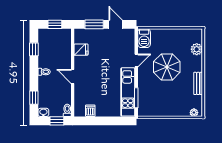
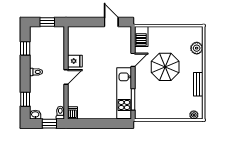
window: (94, 24) -> (89, 22), removed
fridge: (81, 50) -> (75, 61), moved
door: (73, 77) -> (66, 77), swing flipped
dishwasher: (90, 111) -> (72, 113), moved

